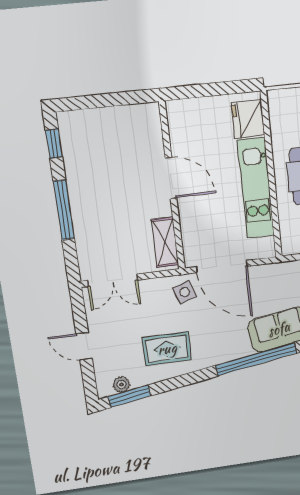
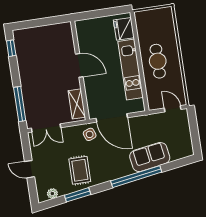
window: (64, 210) -> (20, 104), moved
rug: (167, 349) -> (80, 170), turned 90
window: (130, 396) -> (78, 195), moved

